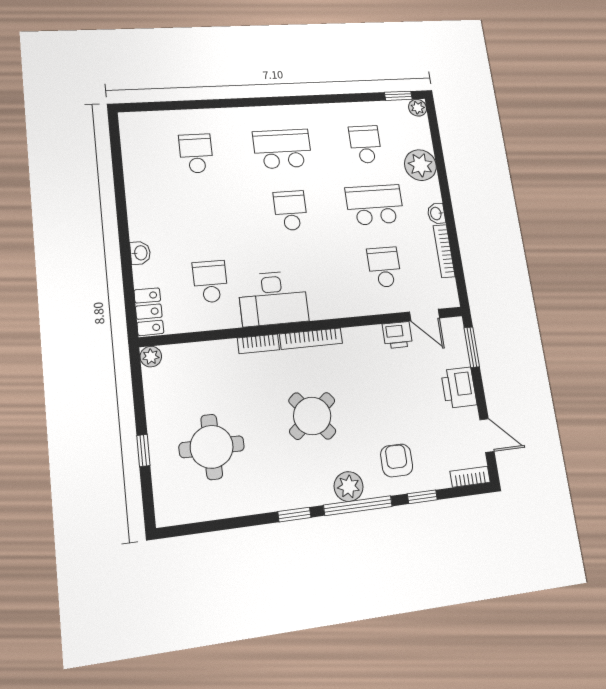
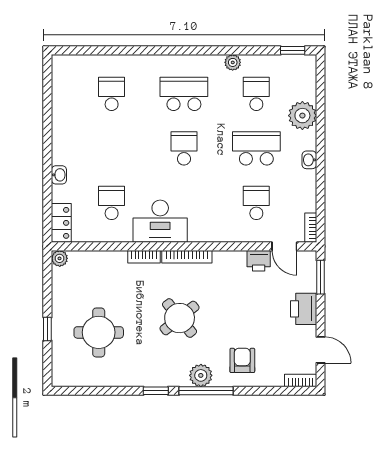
plant: (418, 108) -> (233, 62), moved
bookcase: (444, 251) -> (311, 228), moved, width x0.64
window: (422, 497) -> (259, 391), removed

